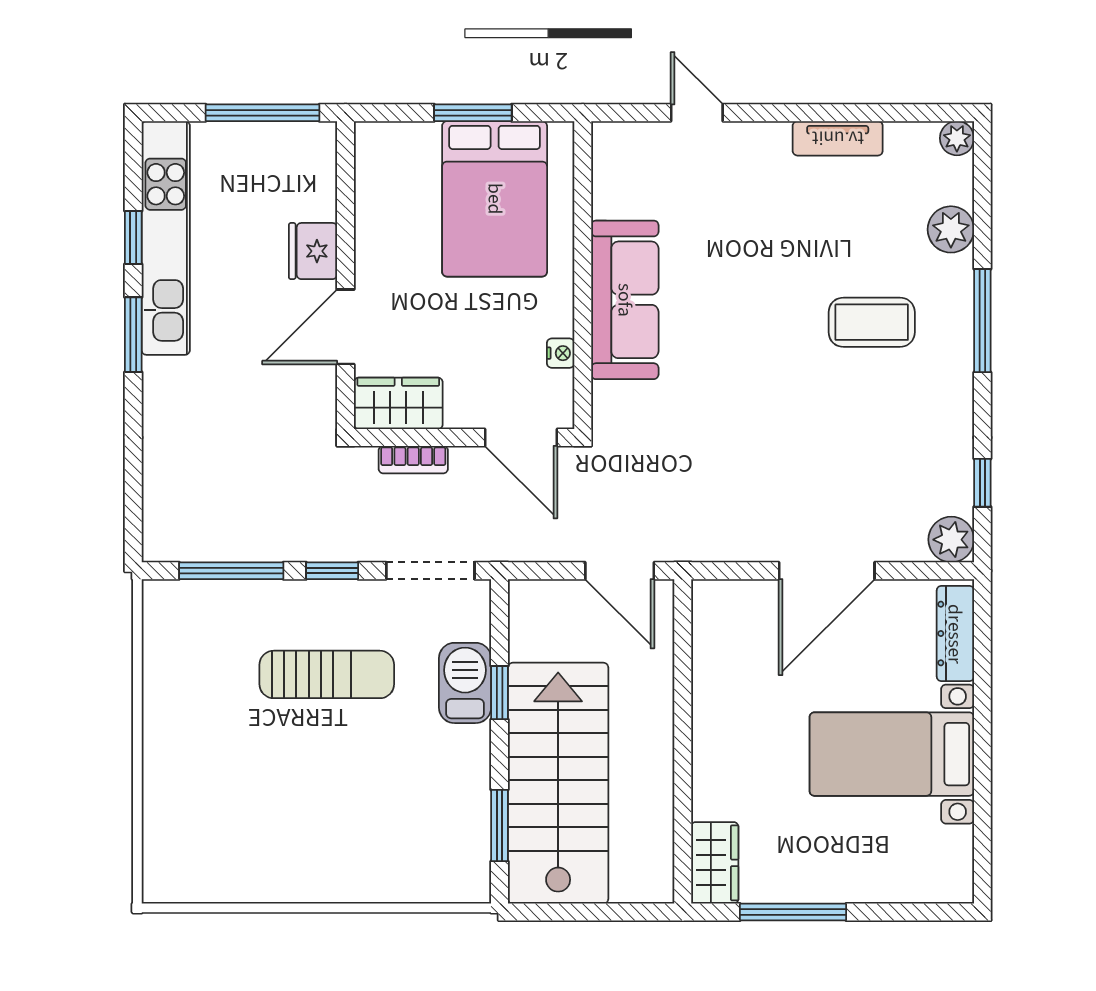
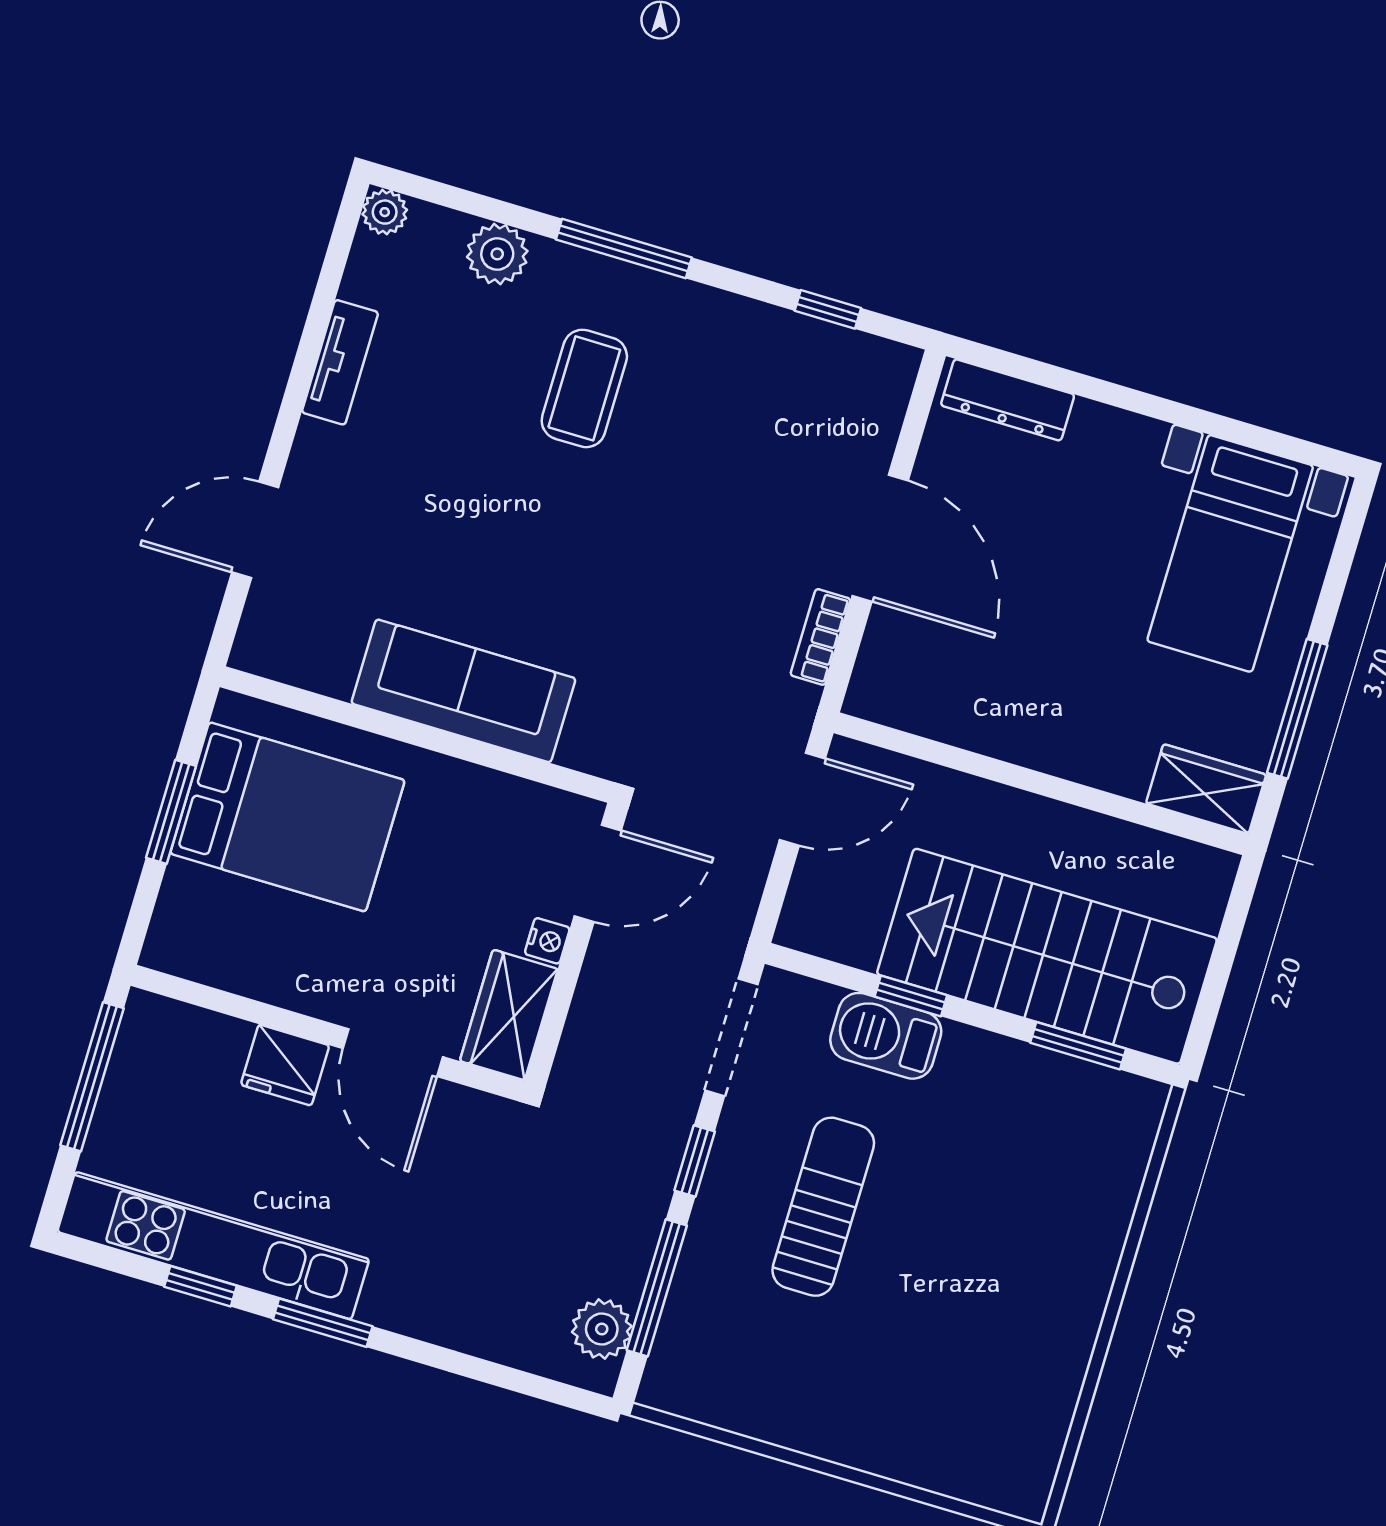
door: (697, 113) -> (255, 530), width x1.38
nightstand: (561, 353) -> (547, 941), moved, turned 90
bookcase: (413, 460) -> (820, 637), moved, turned 180
plant: (951, 540) -> (602, 1329), moved
bed with nightstands: (892, 754) -> (1230, 553), moved

